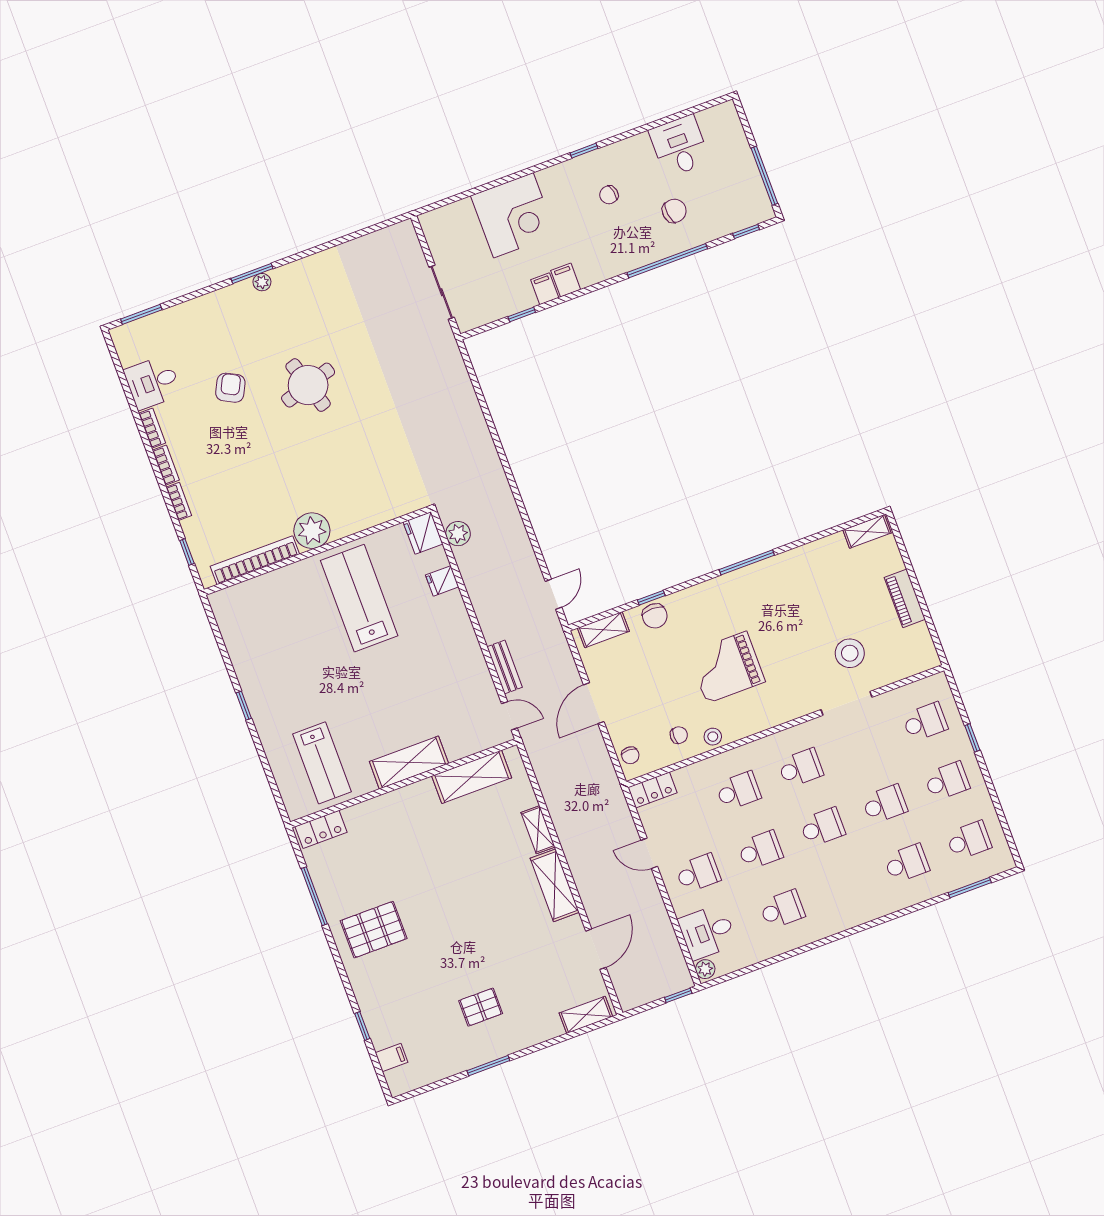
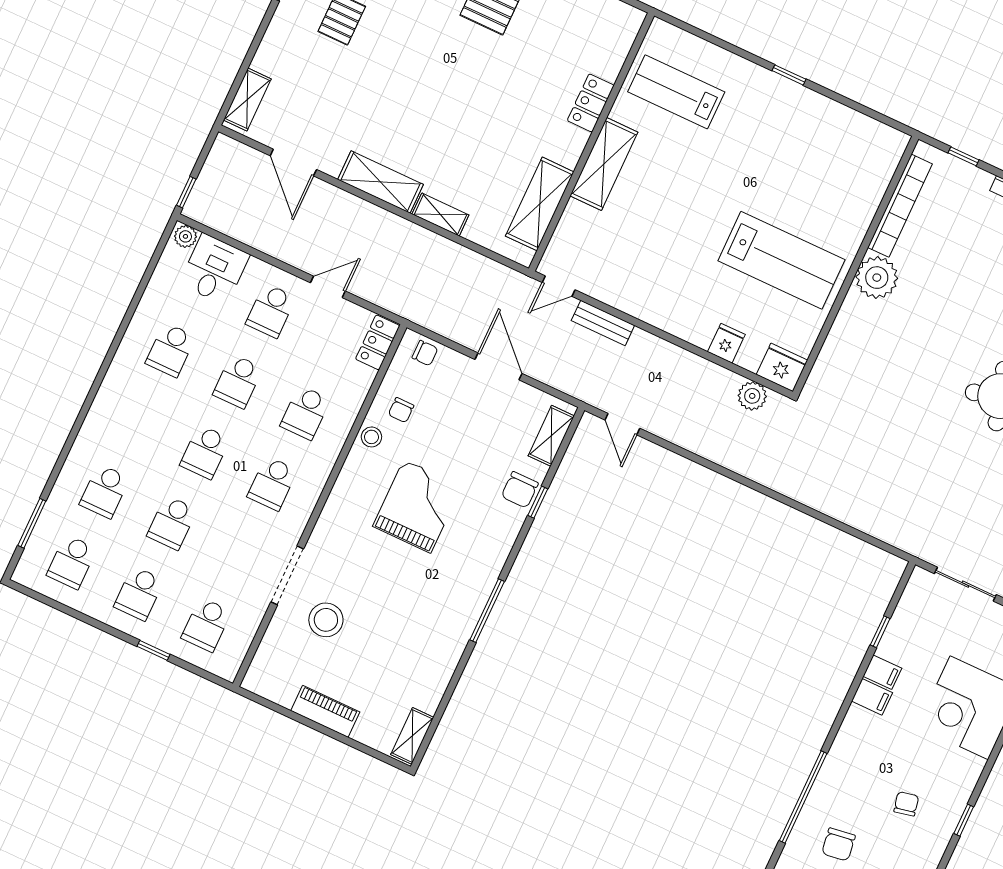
chair: (655, 616) -> (520, 490), turned -90
chair: (630, 755) -> (425, 353), turned 180
locker: (321, 829) -> (591, 103), moved

